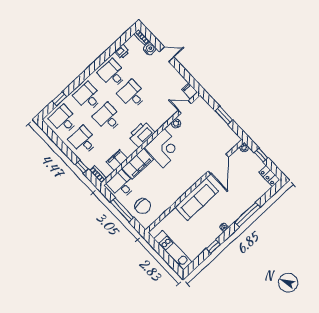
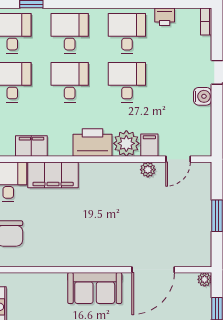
water cooler: (150, 49) -> (203, 96), moved
filing cabinet: (190, 91) -> (149, 145), moved
door: (185, 107) -> (178, 159), swing flipped
plant: (156, 121) -> (126, 143), added
corner desk: (164, 148) -> (103, 186), removed
sofa: (197, 199) -> (95, 288), width x0.73

